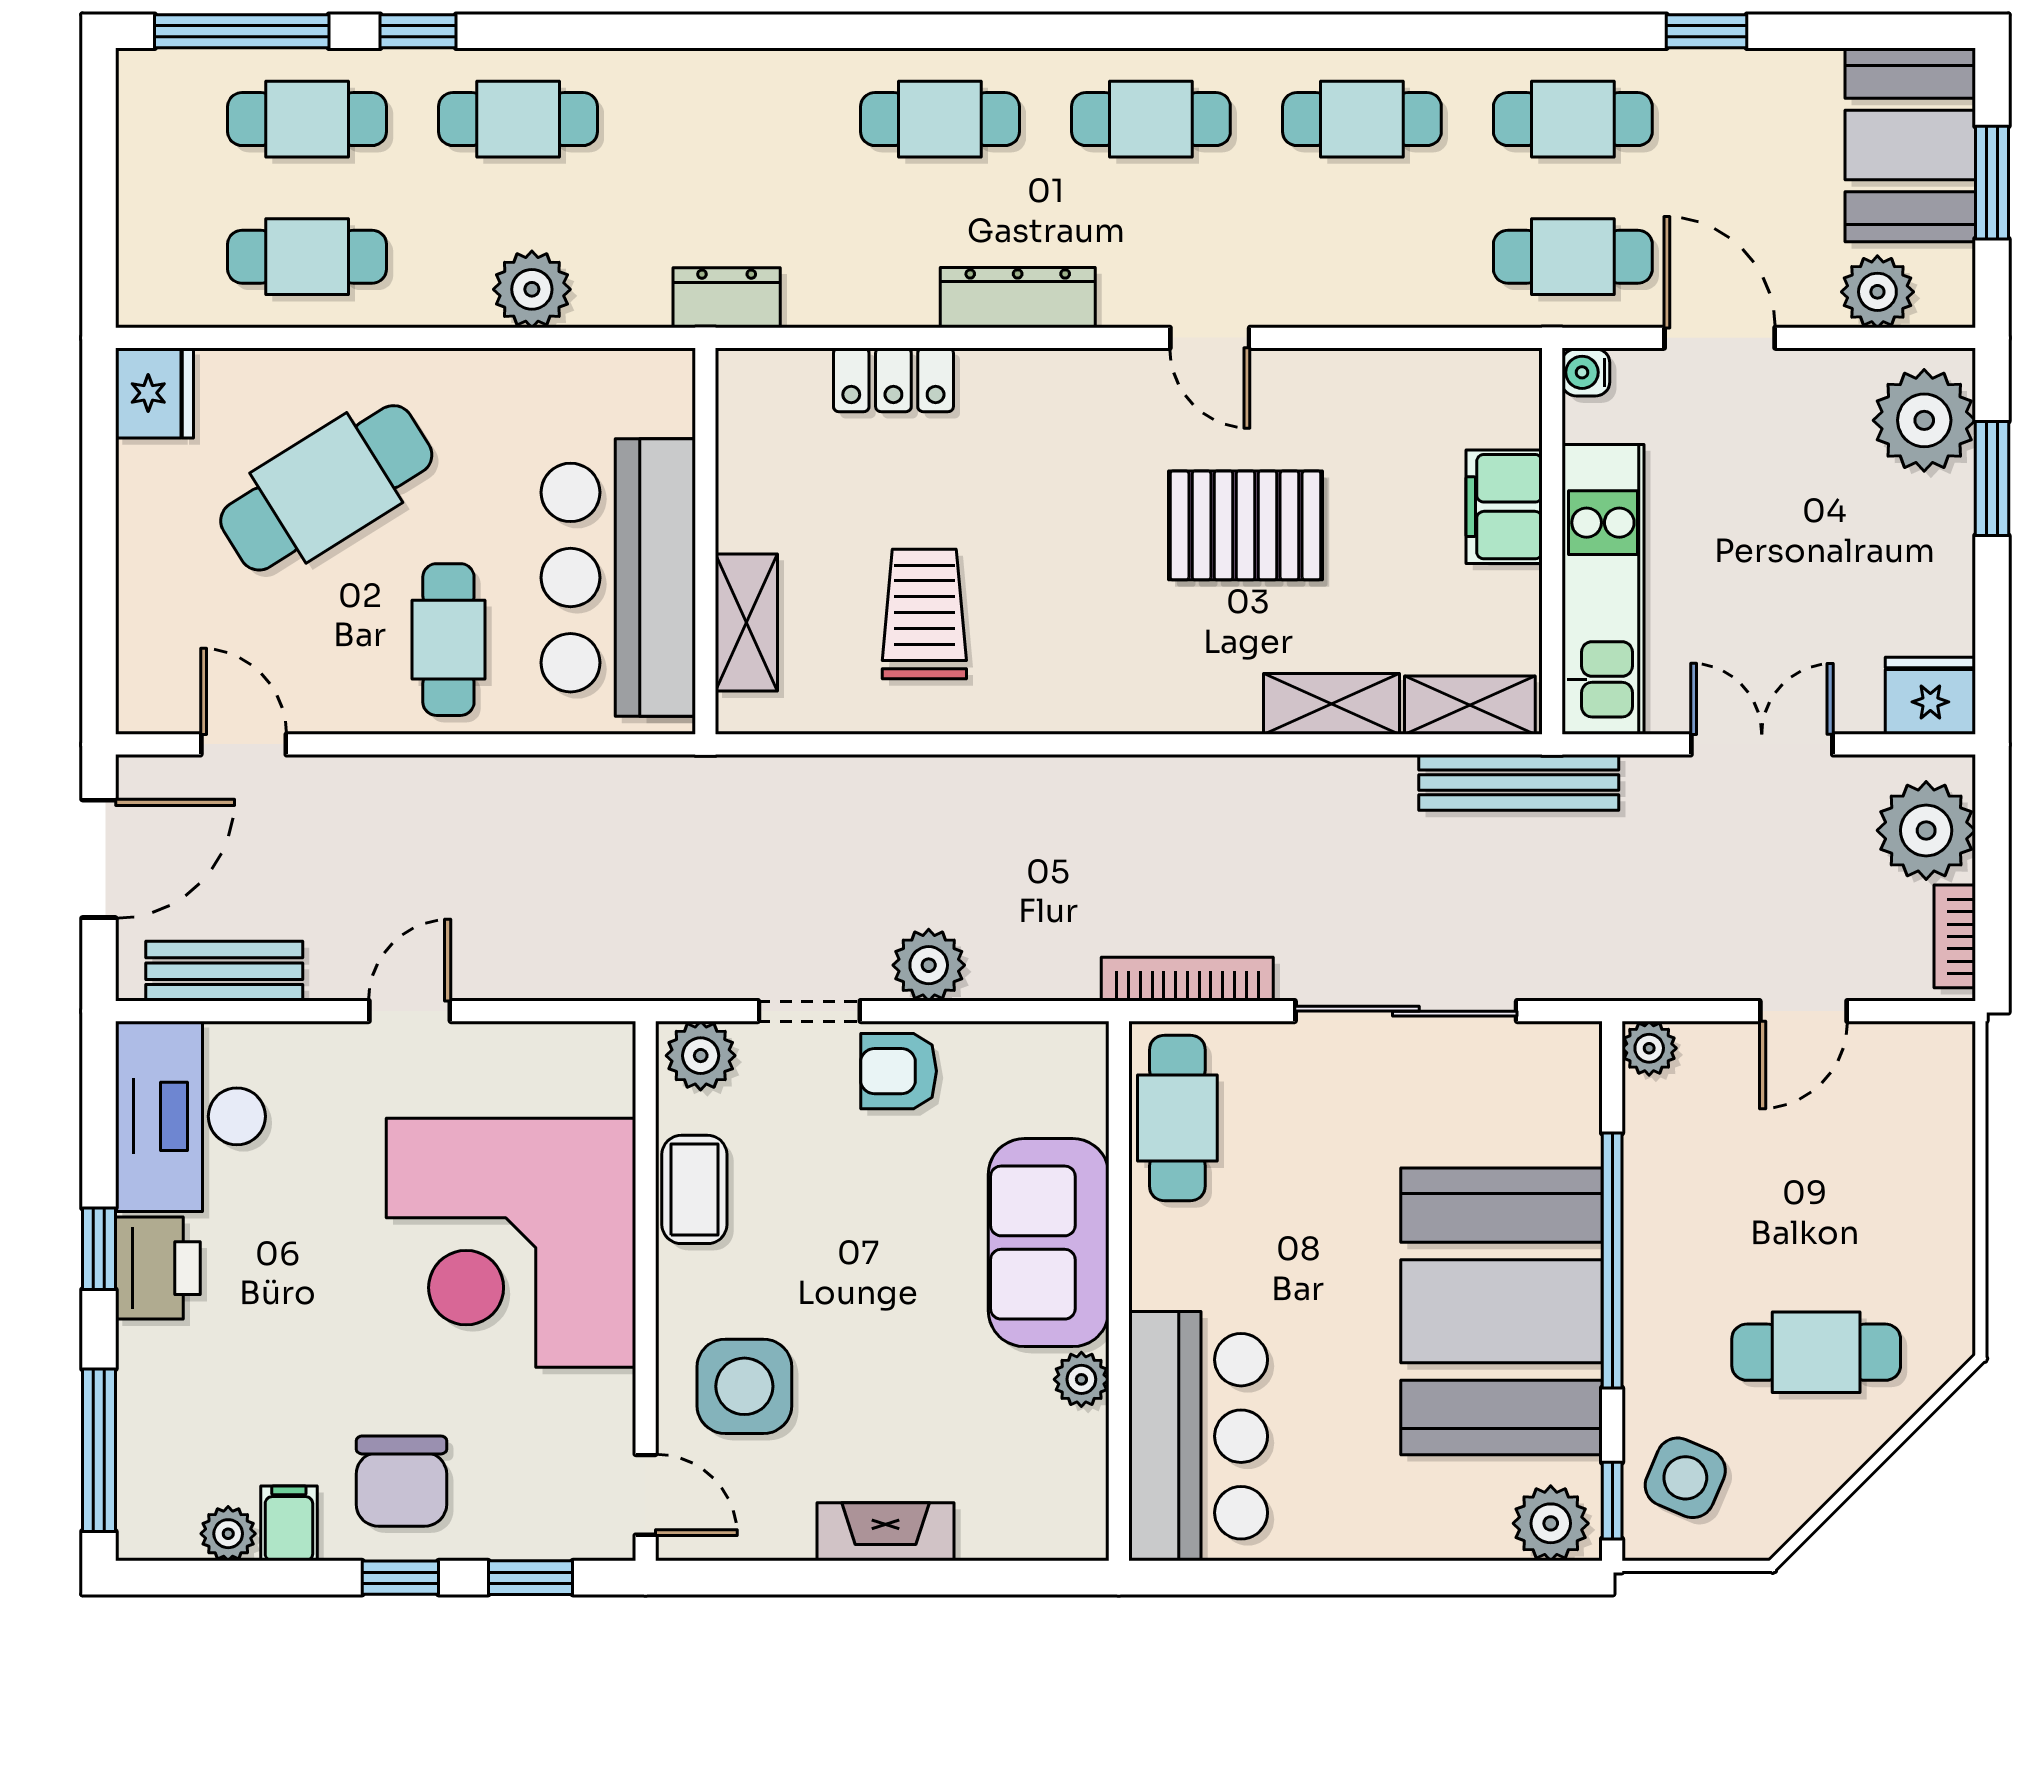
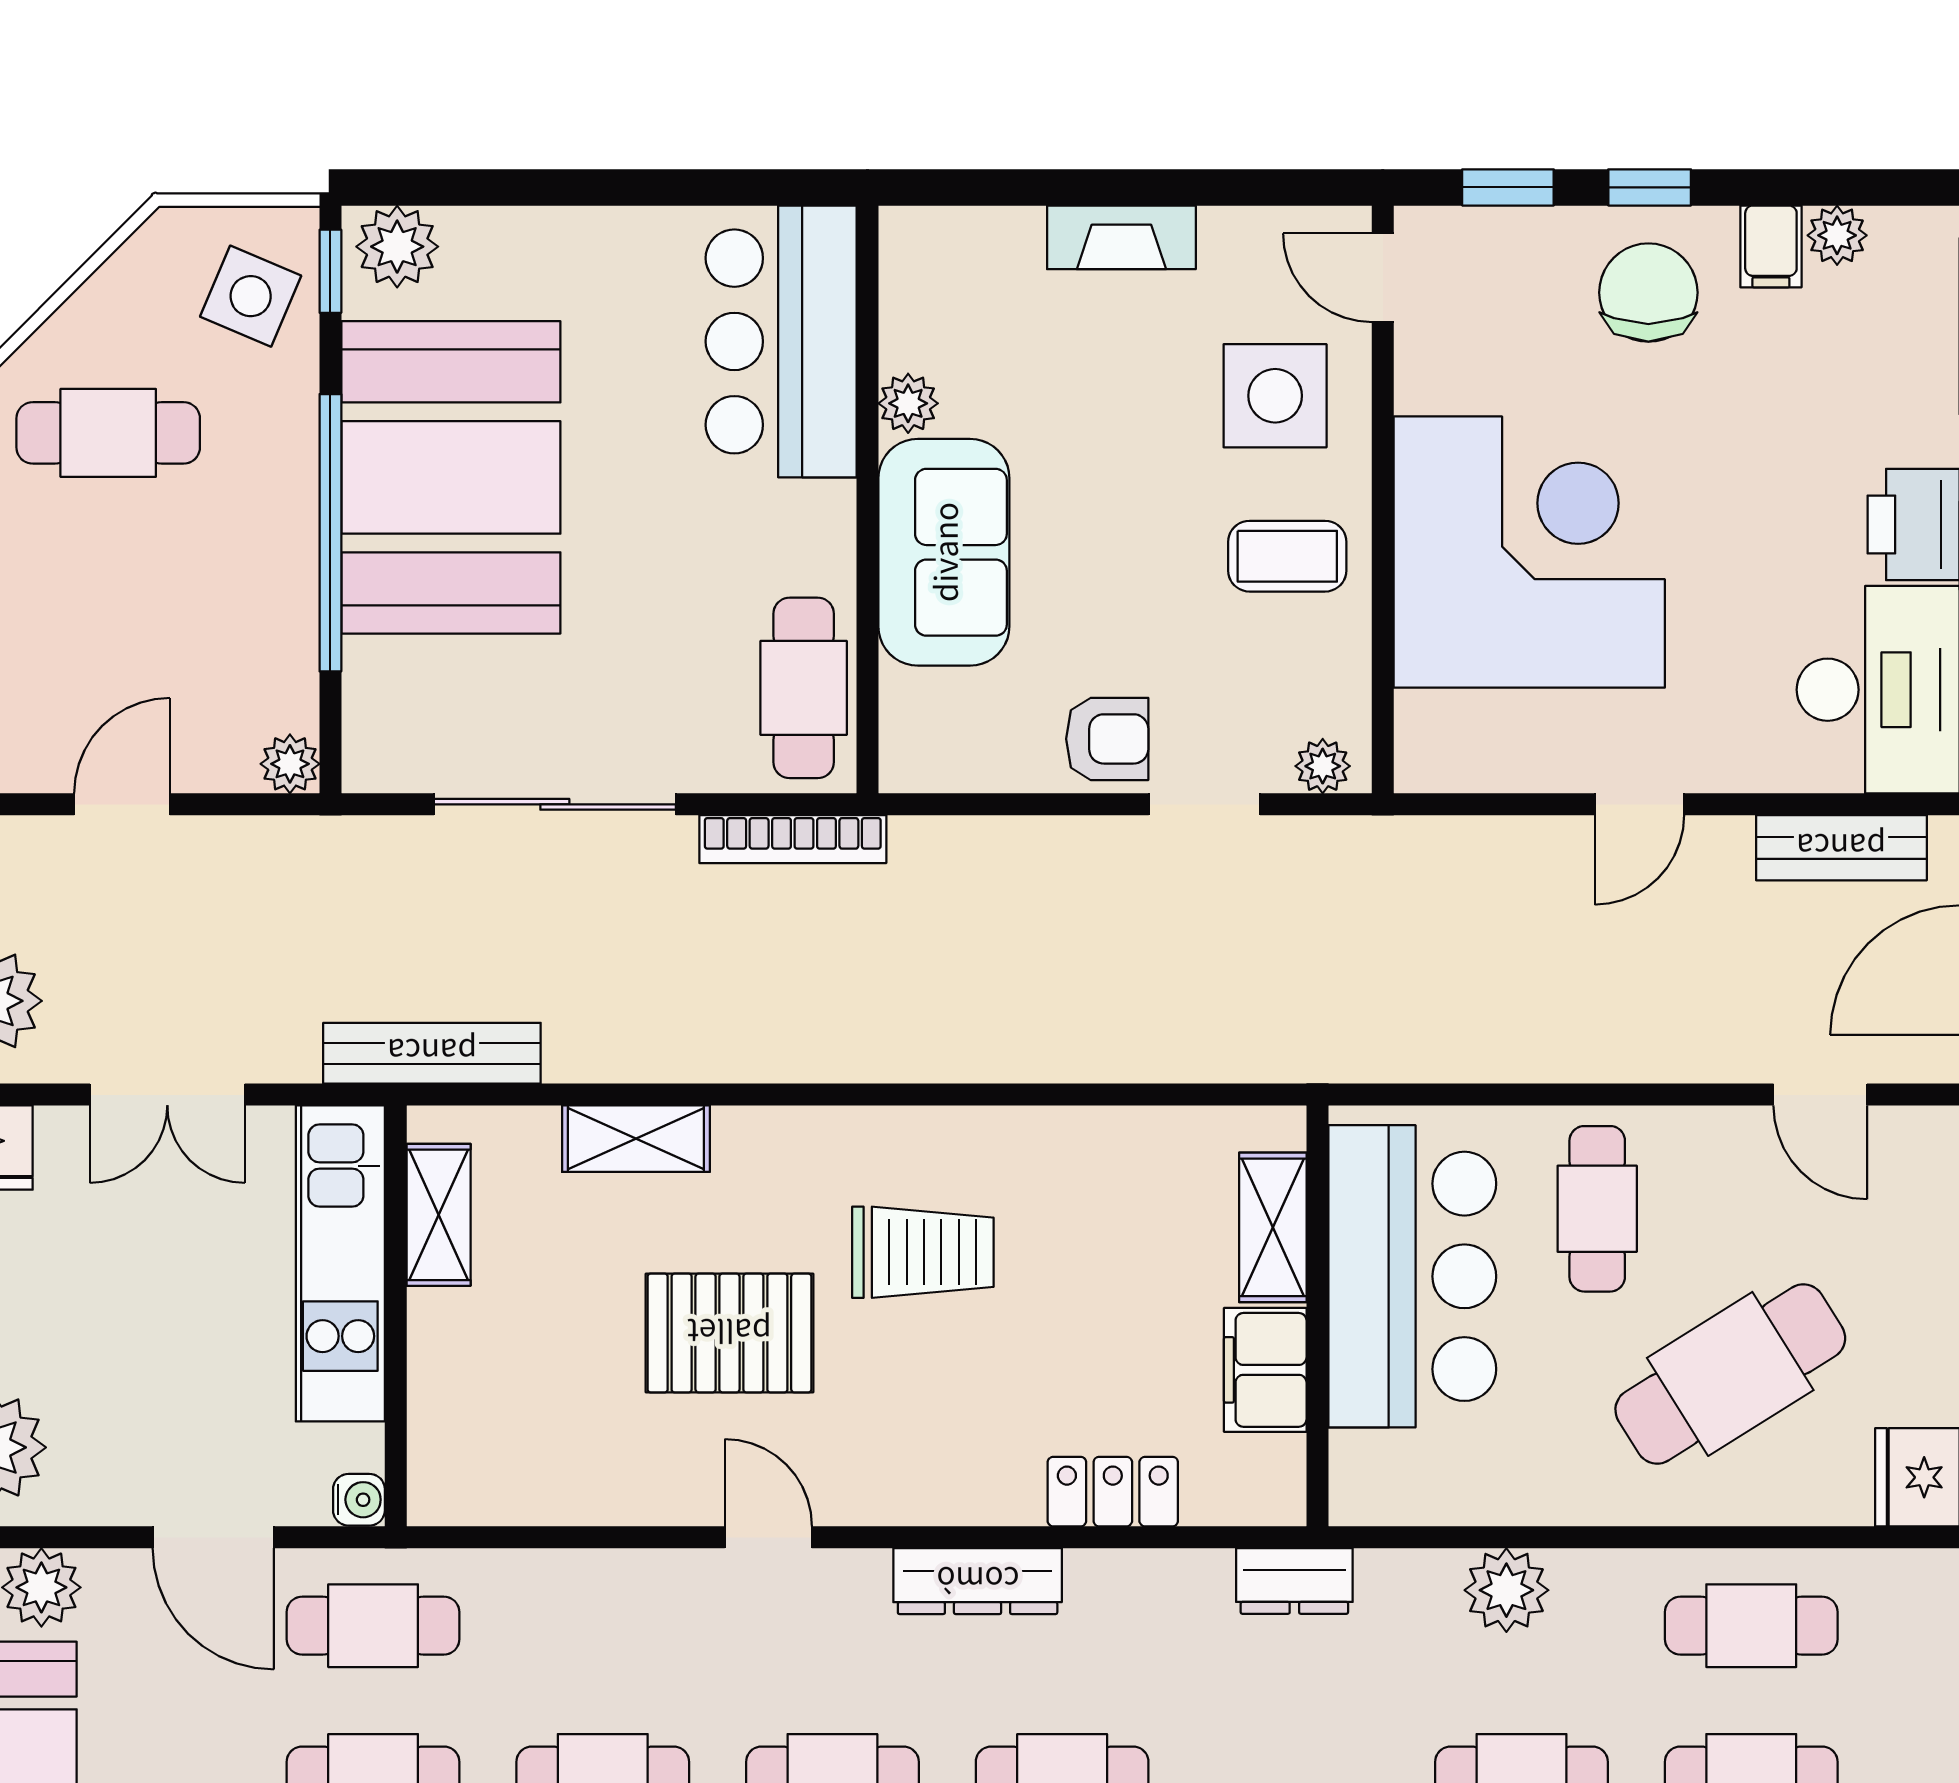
filing cabinet: (1504, 507) -> (1265, 1370), moved, turned 180
trolley: (924, 614) -> (923, 1252), moved, turned -90
shelving: (1470, 705) -> (439, 1215), moved, turned 90
plant: (929, 965) -> (1074, 854), removed
plant: (701, 1056) -> (1323, 766), width x0.73, depth x0.73
coffee table: (694, 1189) -> (1287, 556), moved, turned 90

